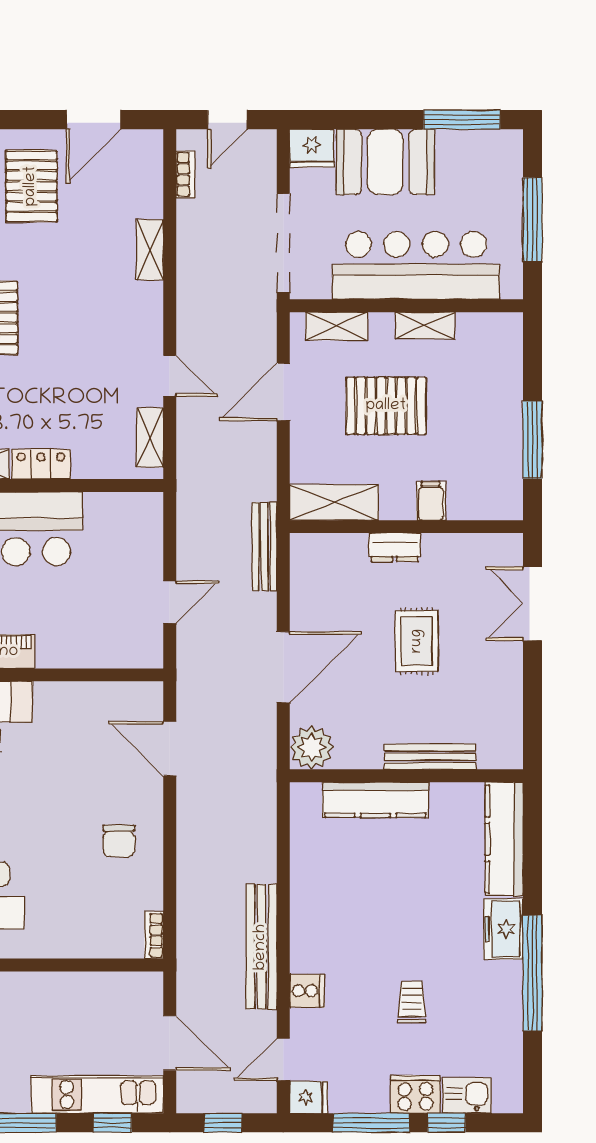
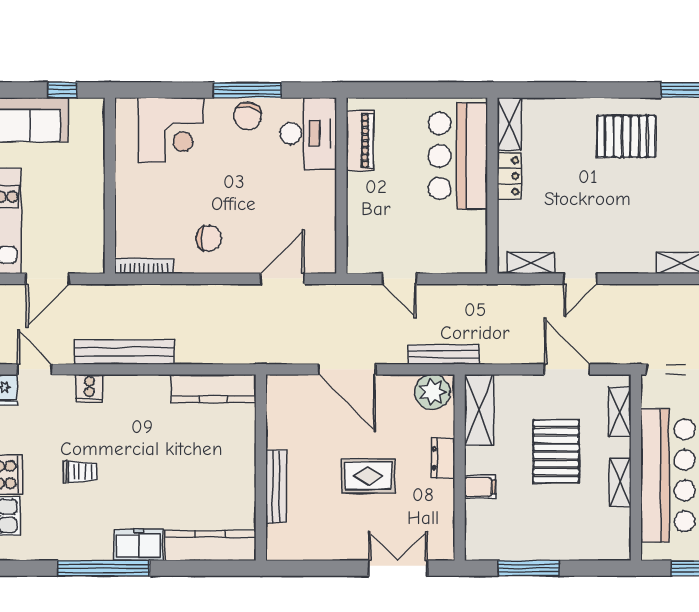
plant: (312, 747) -> (432, 392), moved
kitchen counter: (375, 800) -> (213, 388), moved, turned -90
chair: (119, 841) -> (209, 238), turned 180
bookcase: (154, 935) -> (144, 266), width x1.56

